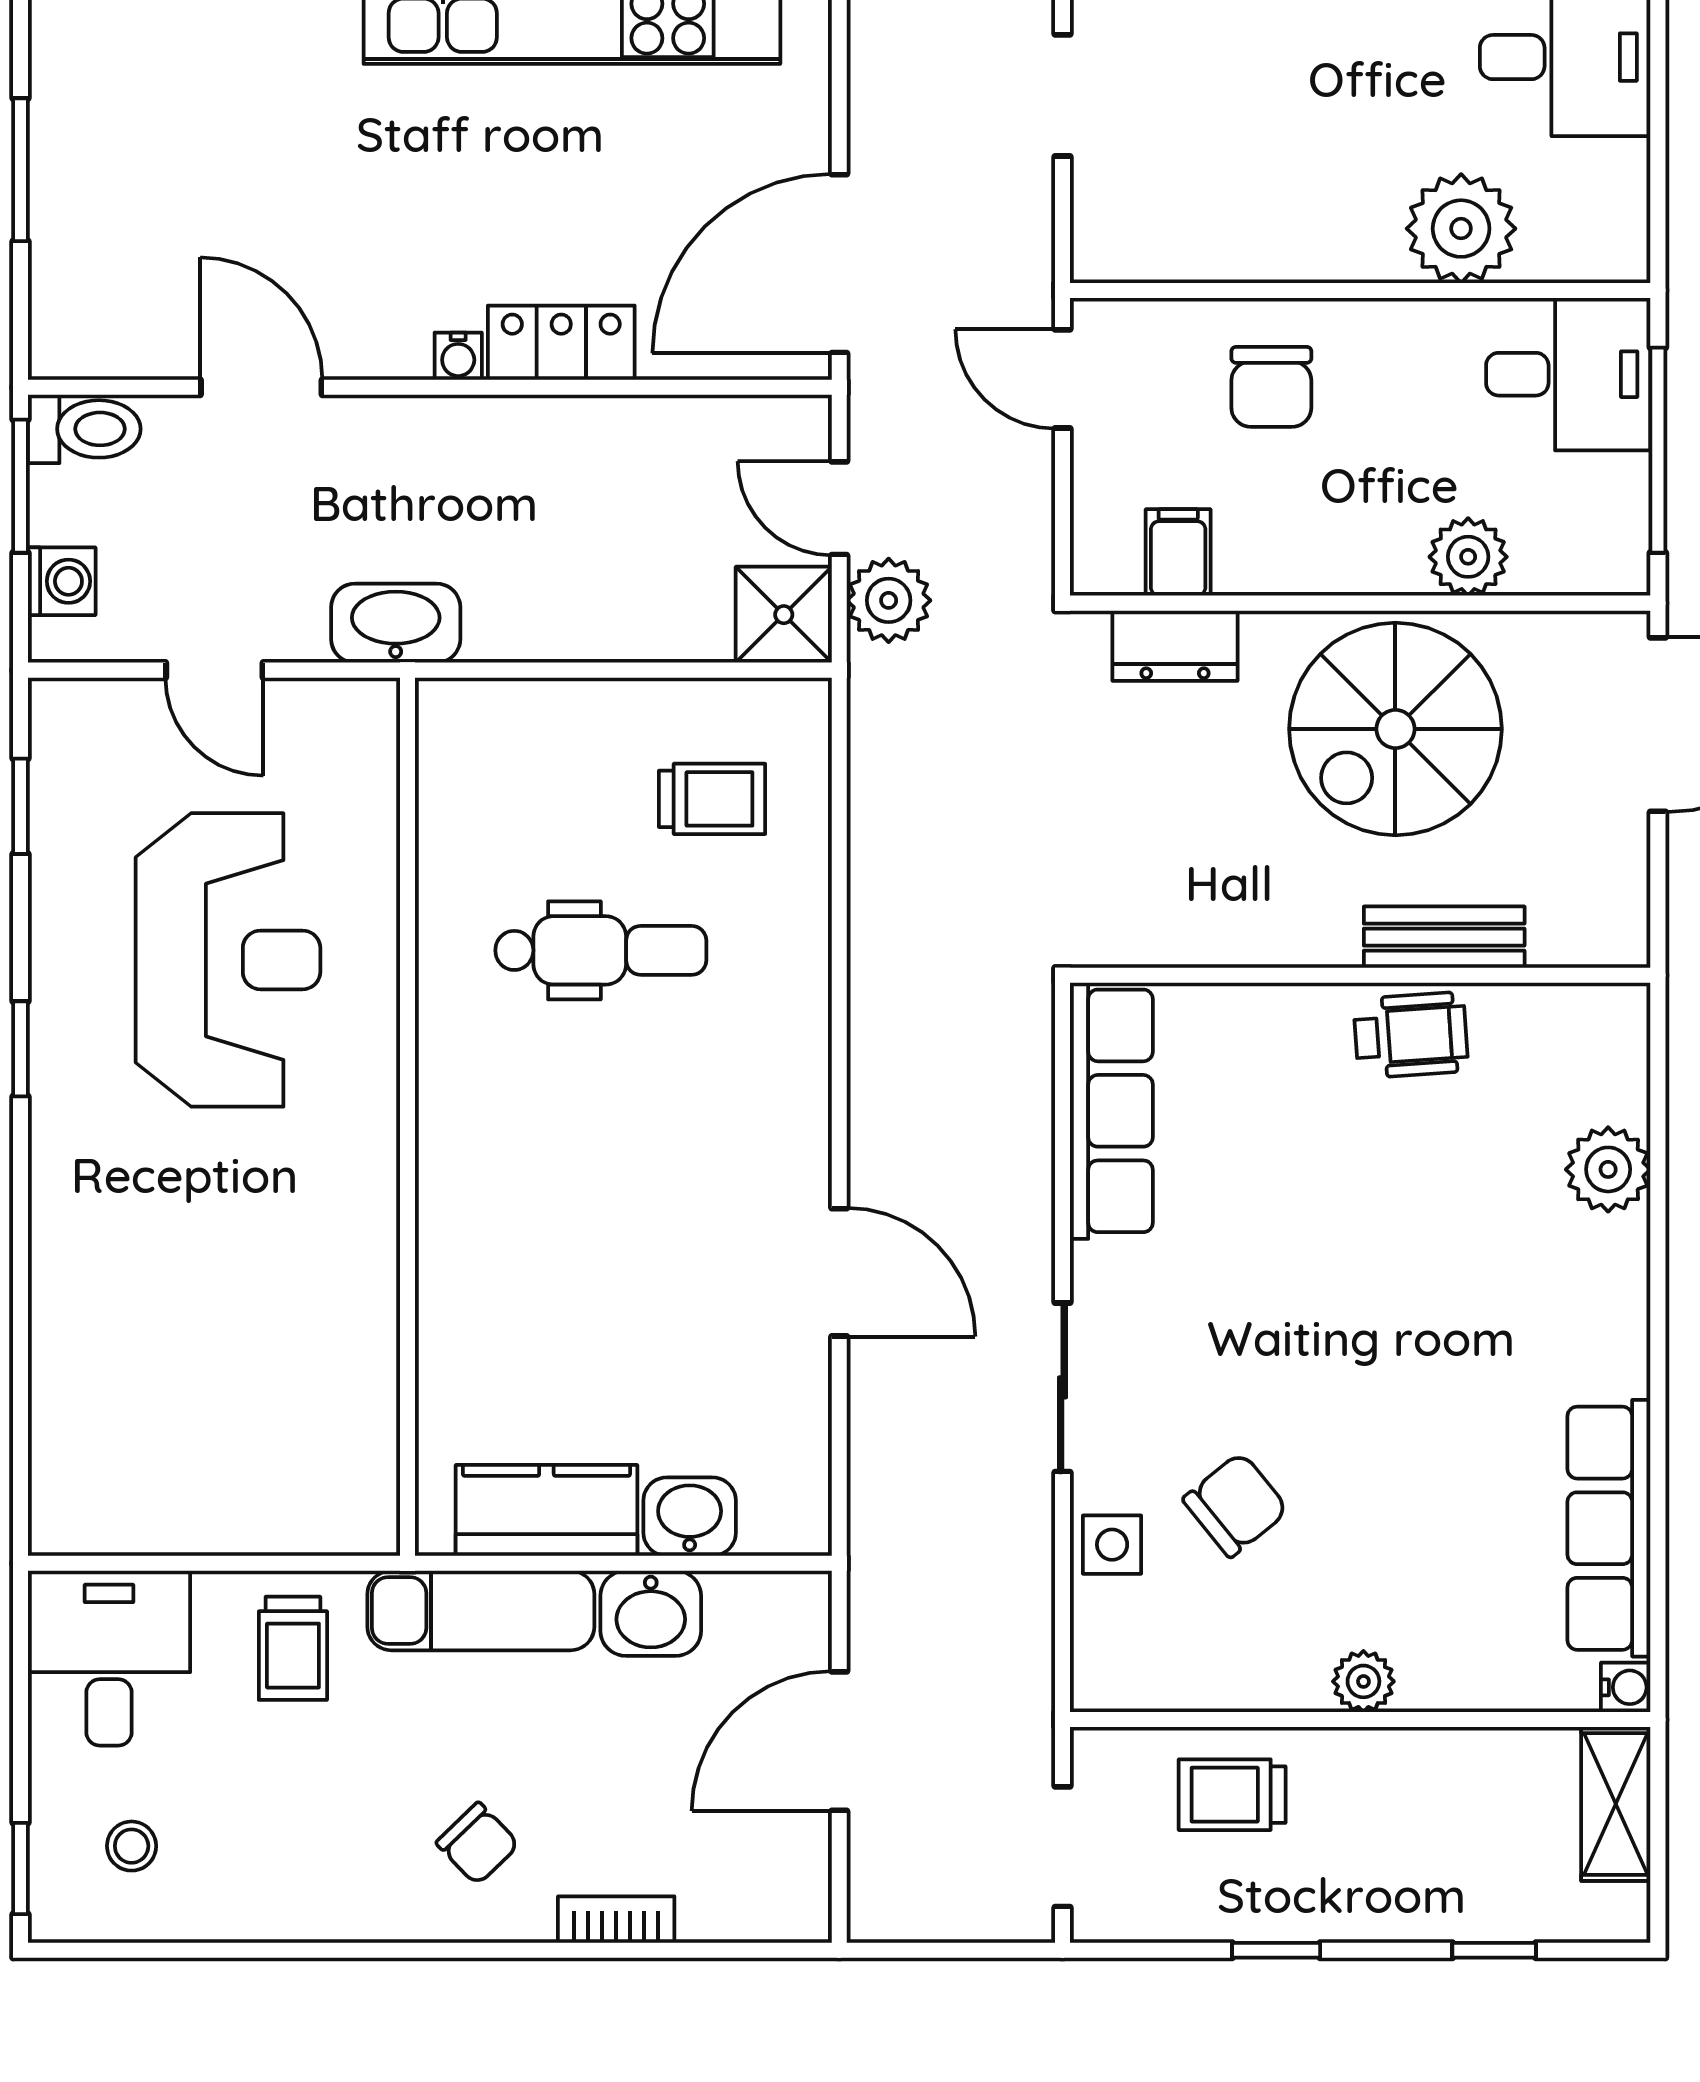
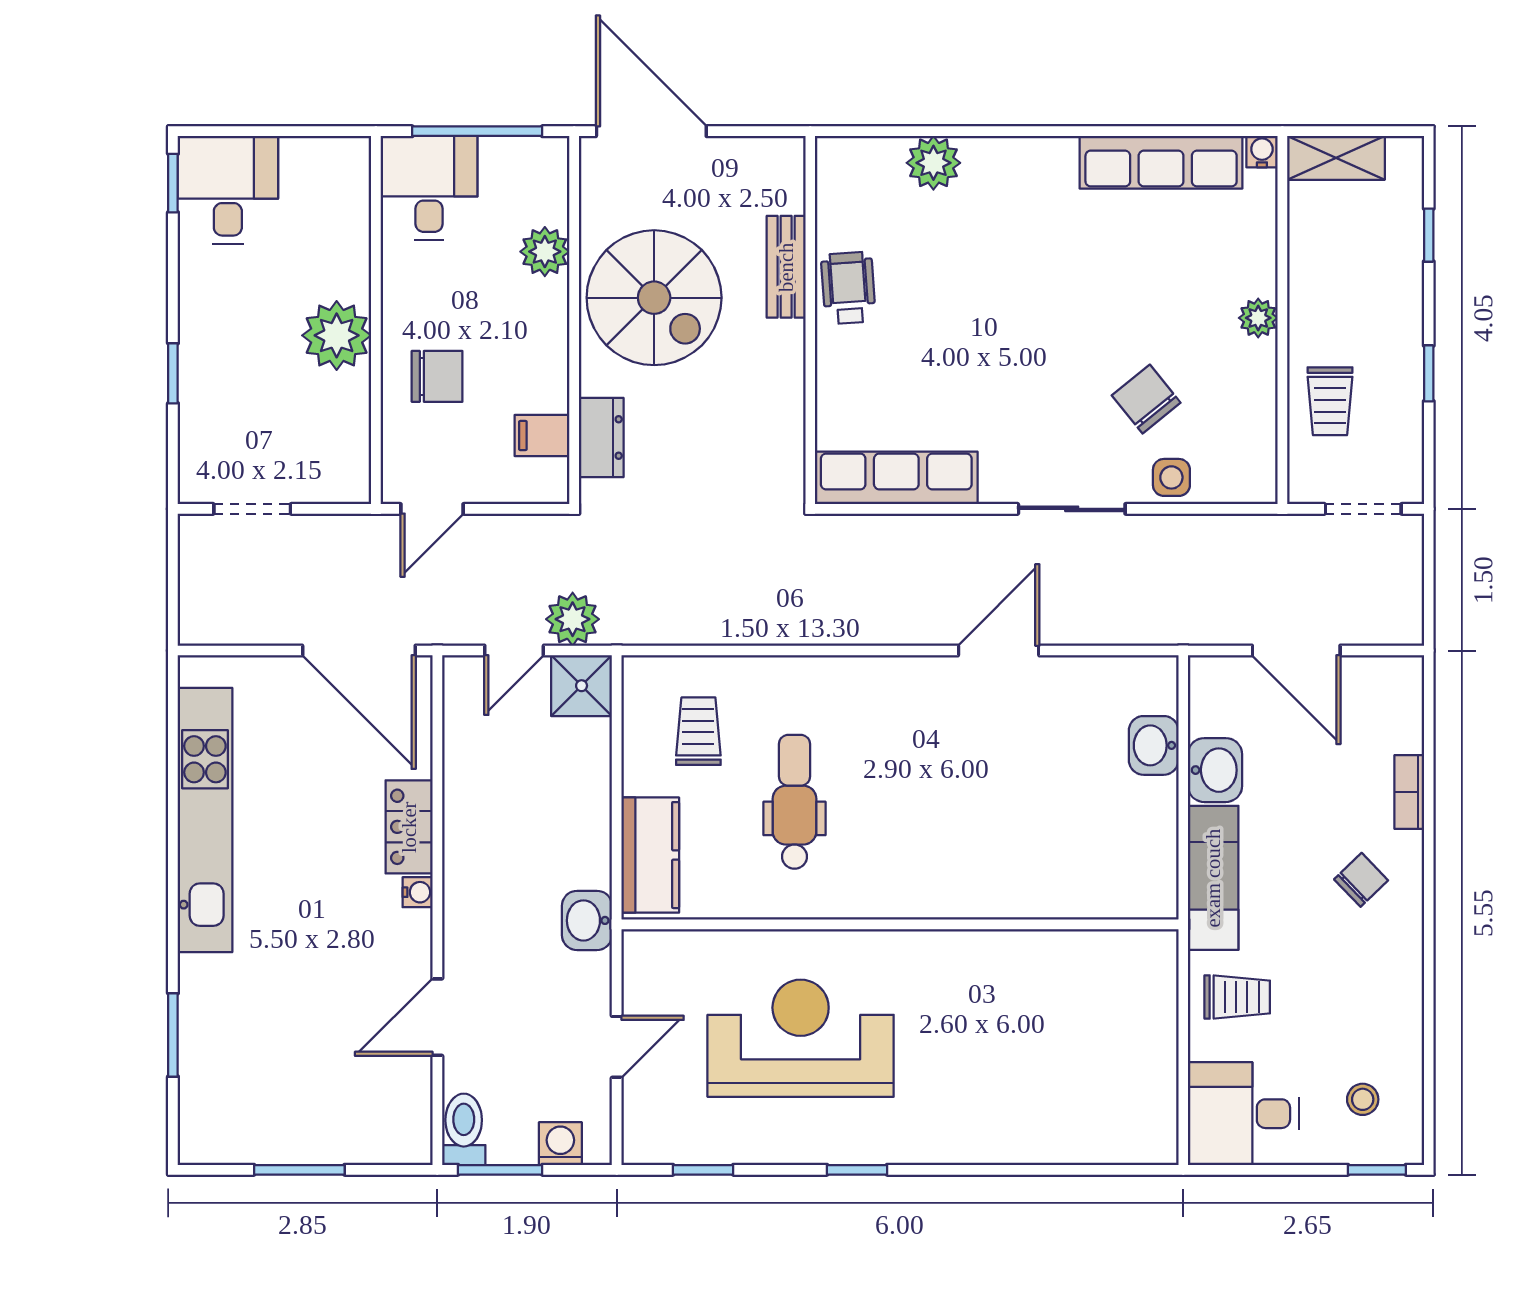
plant: (1461, 229) -> (337, 335), moved
washbasin: (396, 623) -> (587, 920), width x0.72
kitchen counter: (546, 1510) -> (650, 855), moved, turned 180

